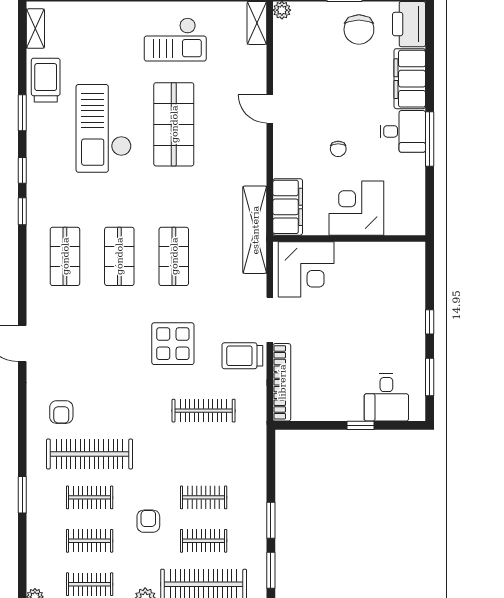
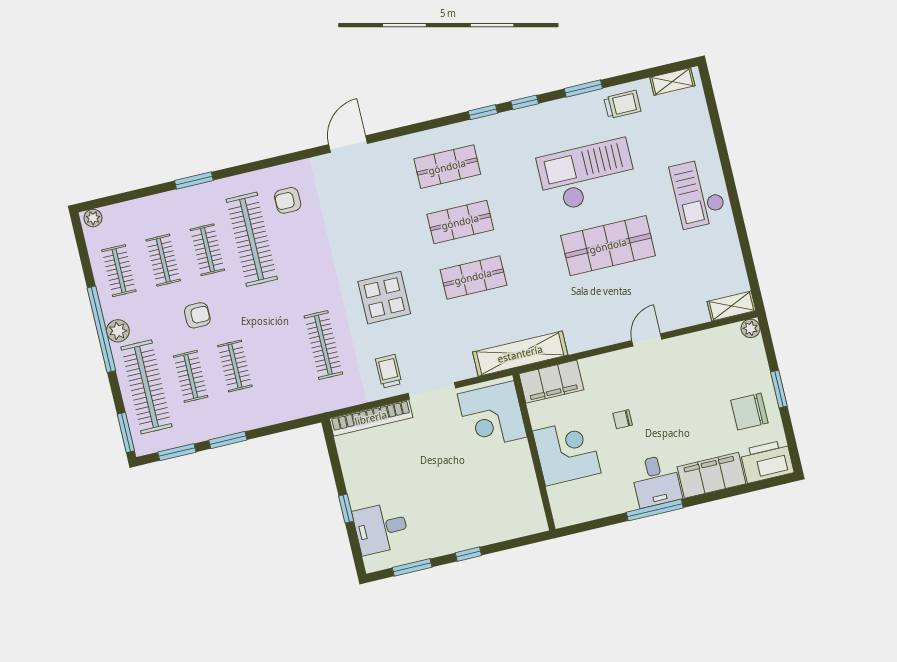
checkout: (175, 39) -> (698, 193), moved
trolley: (46, 80) -> (622, 104), width x0.73, depth x0.72
trolley: (242, 356) -> (389, 371), width x0.73, depth x0.72

